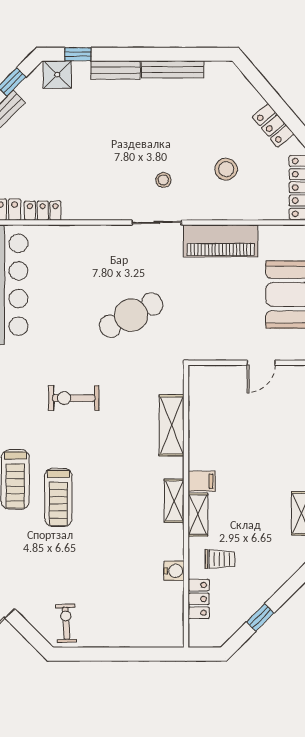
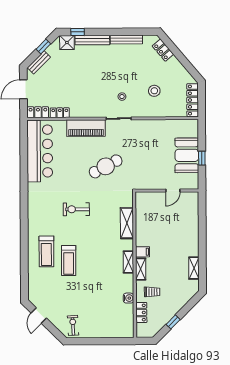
bench: (115, 70) -> (92, 40), width x1.36
locker: (273, 125) -> (163, 50), moved
piano: (221, 241) -> (86, 128), moved

